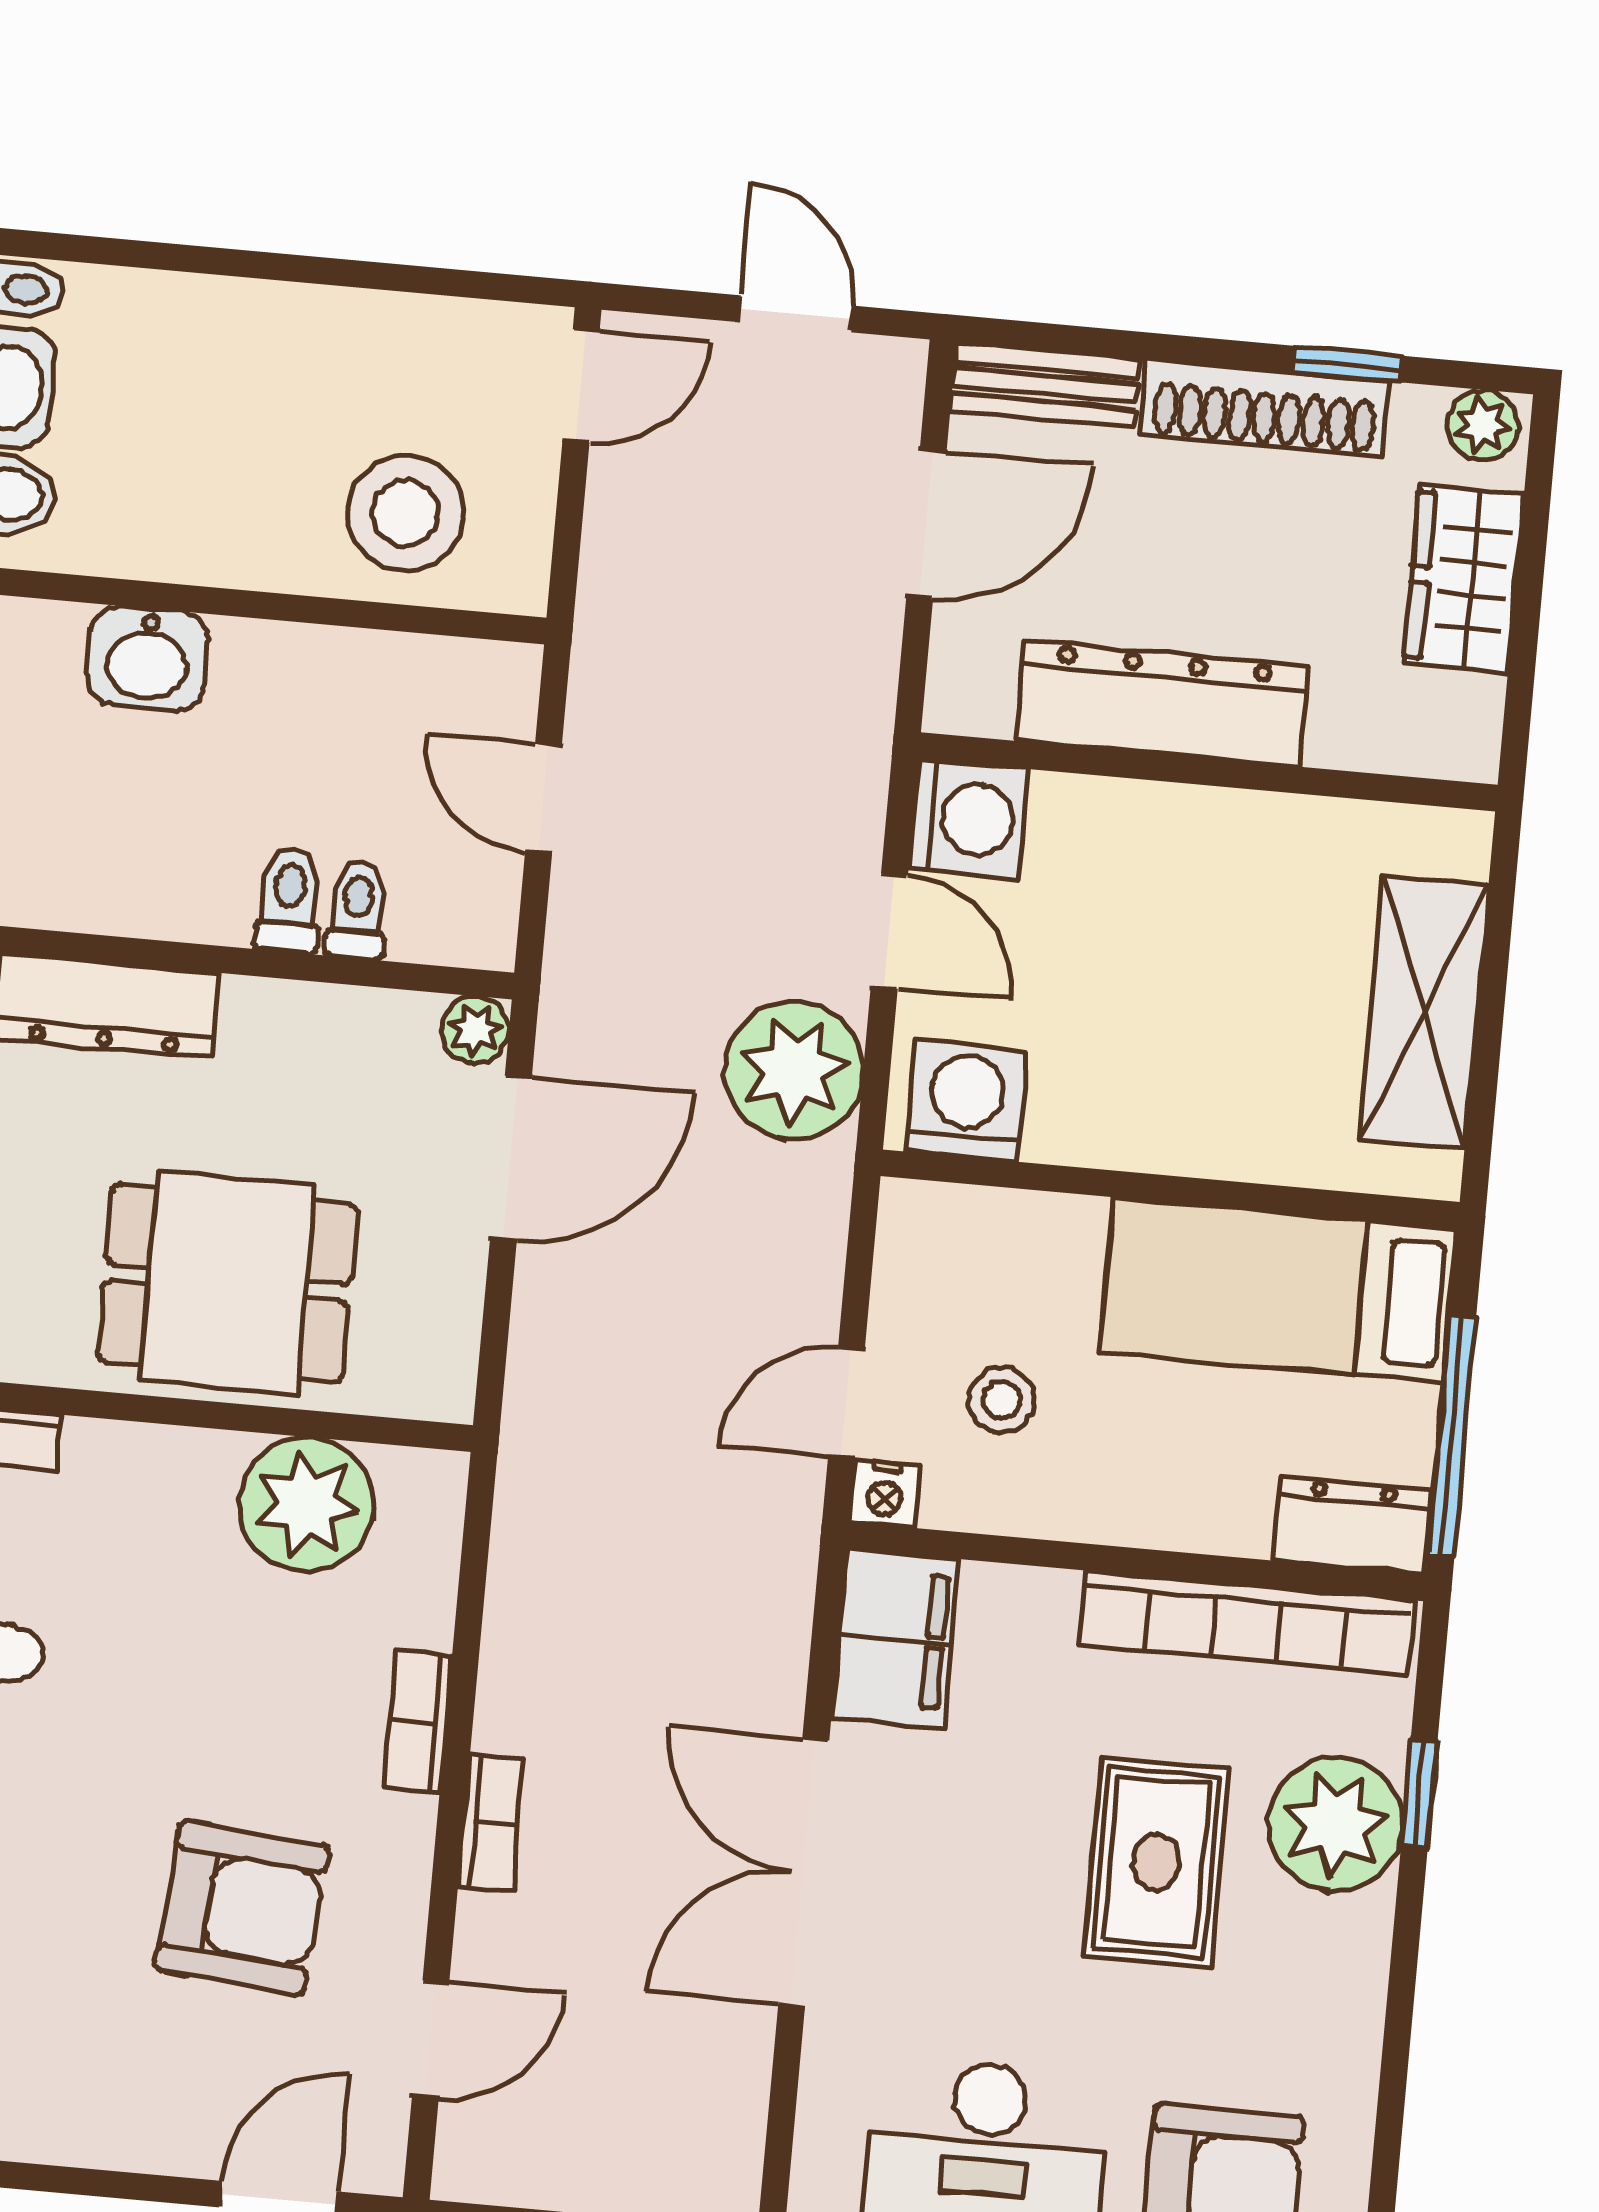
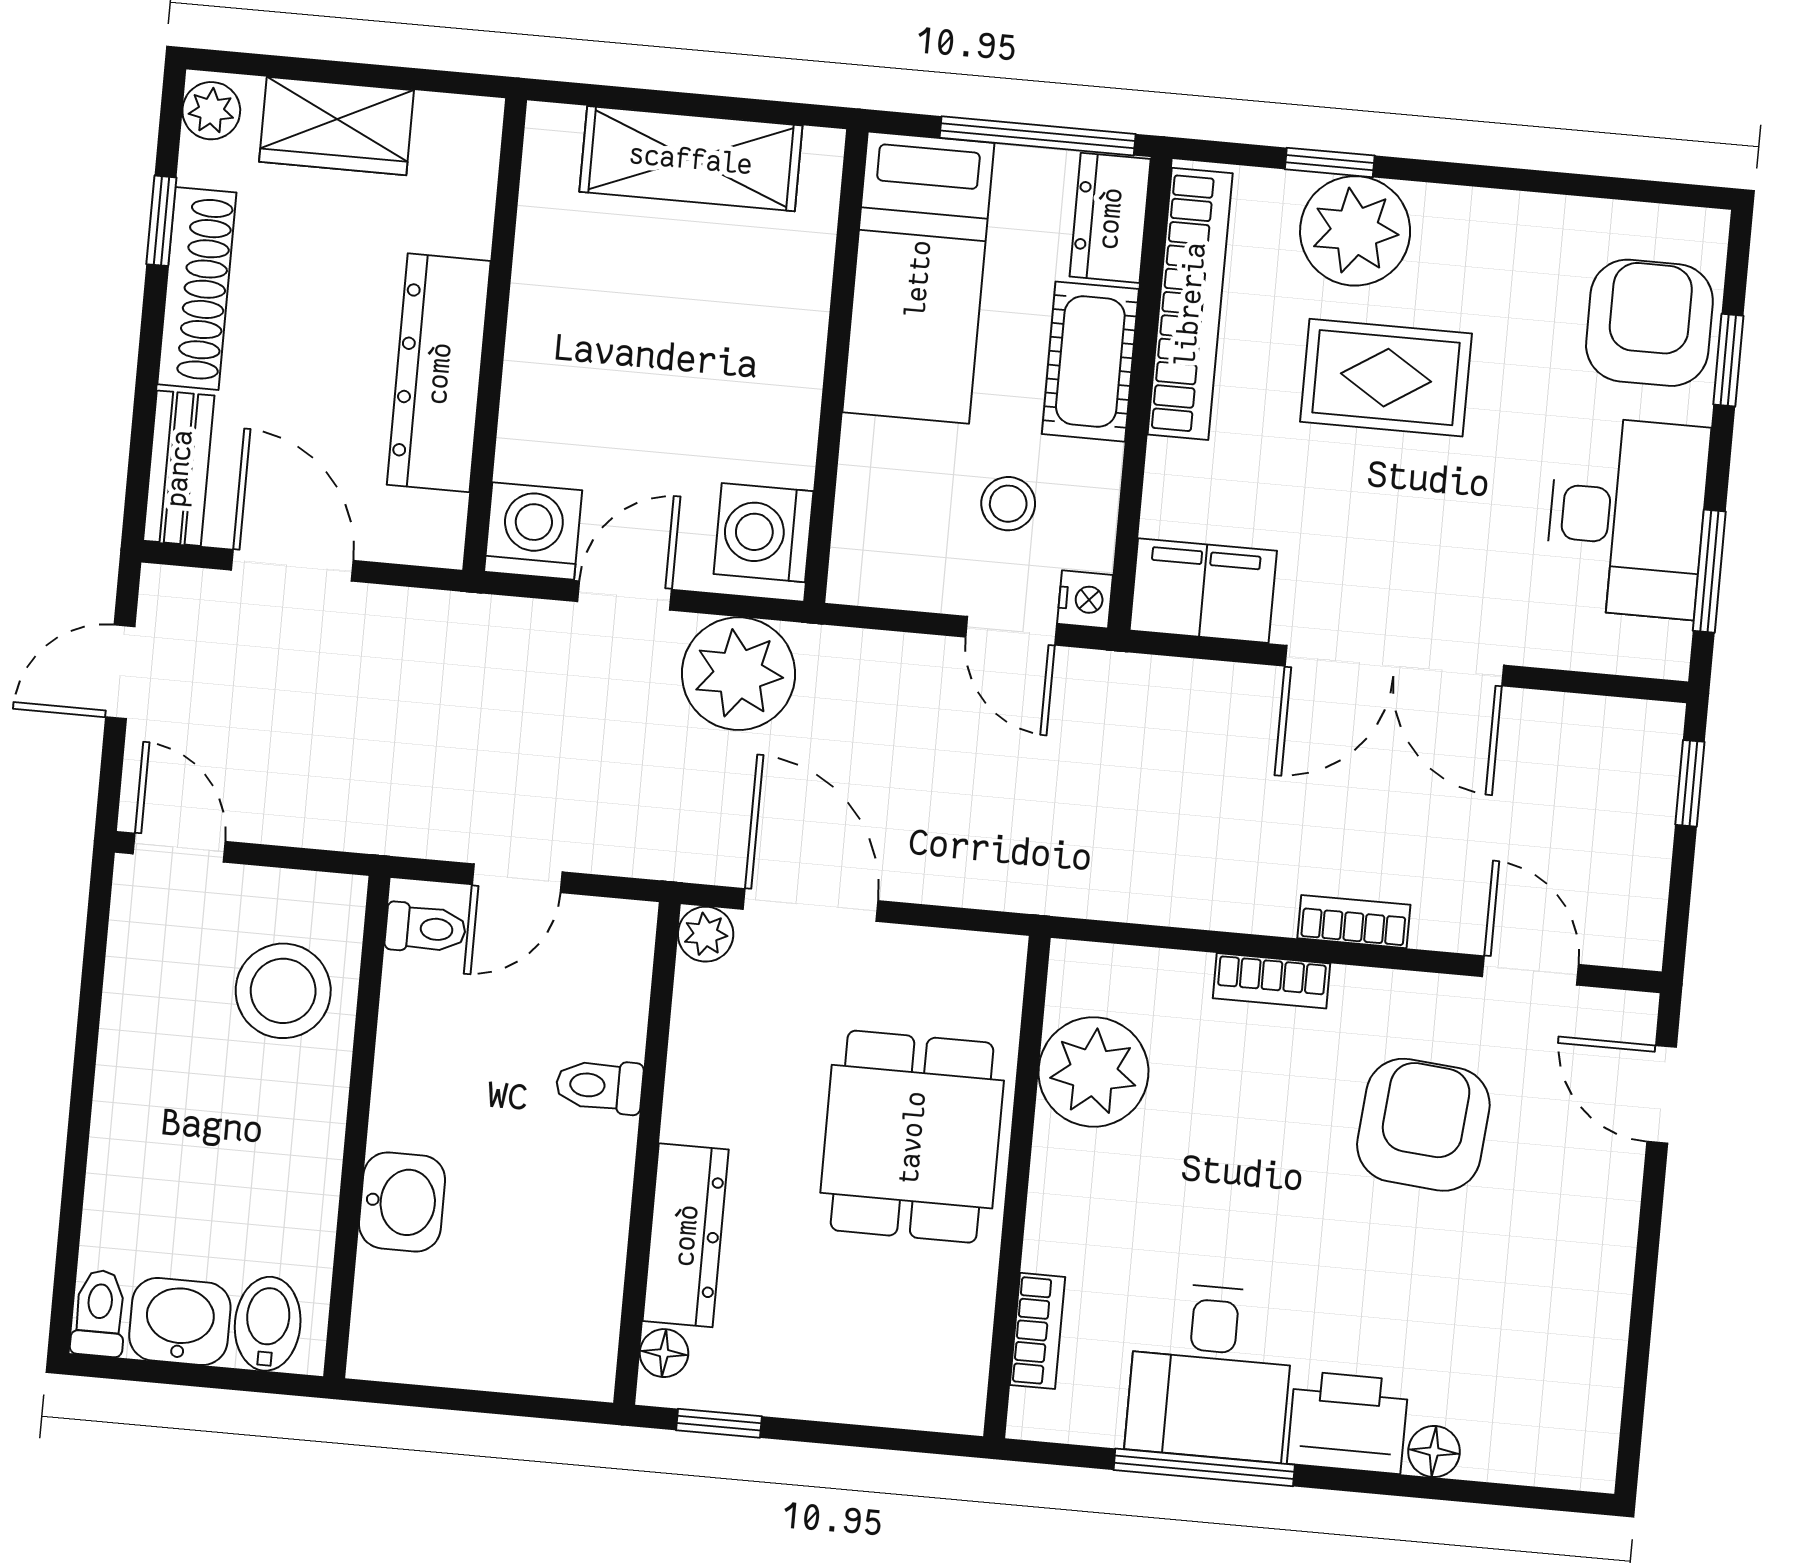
toilet: (358, 910) -> (426, 928), moved, turned 180
cot: (1176, 1501) -> (1090, 362), added

